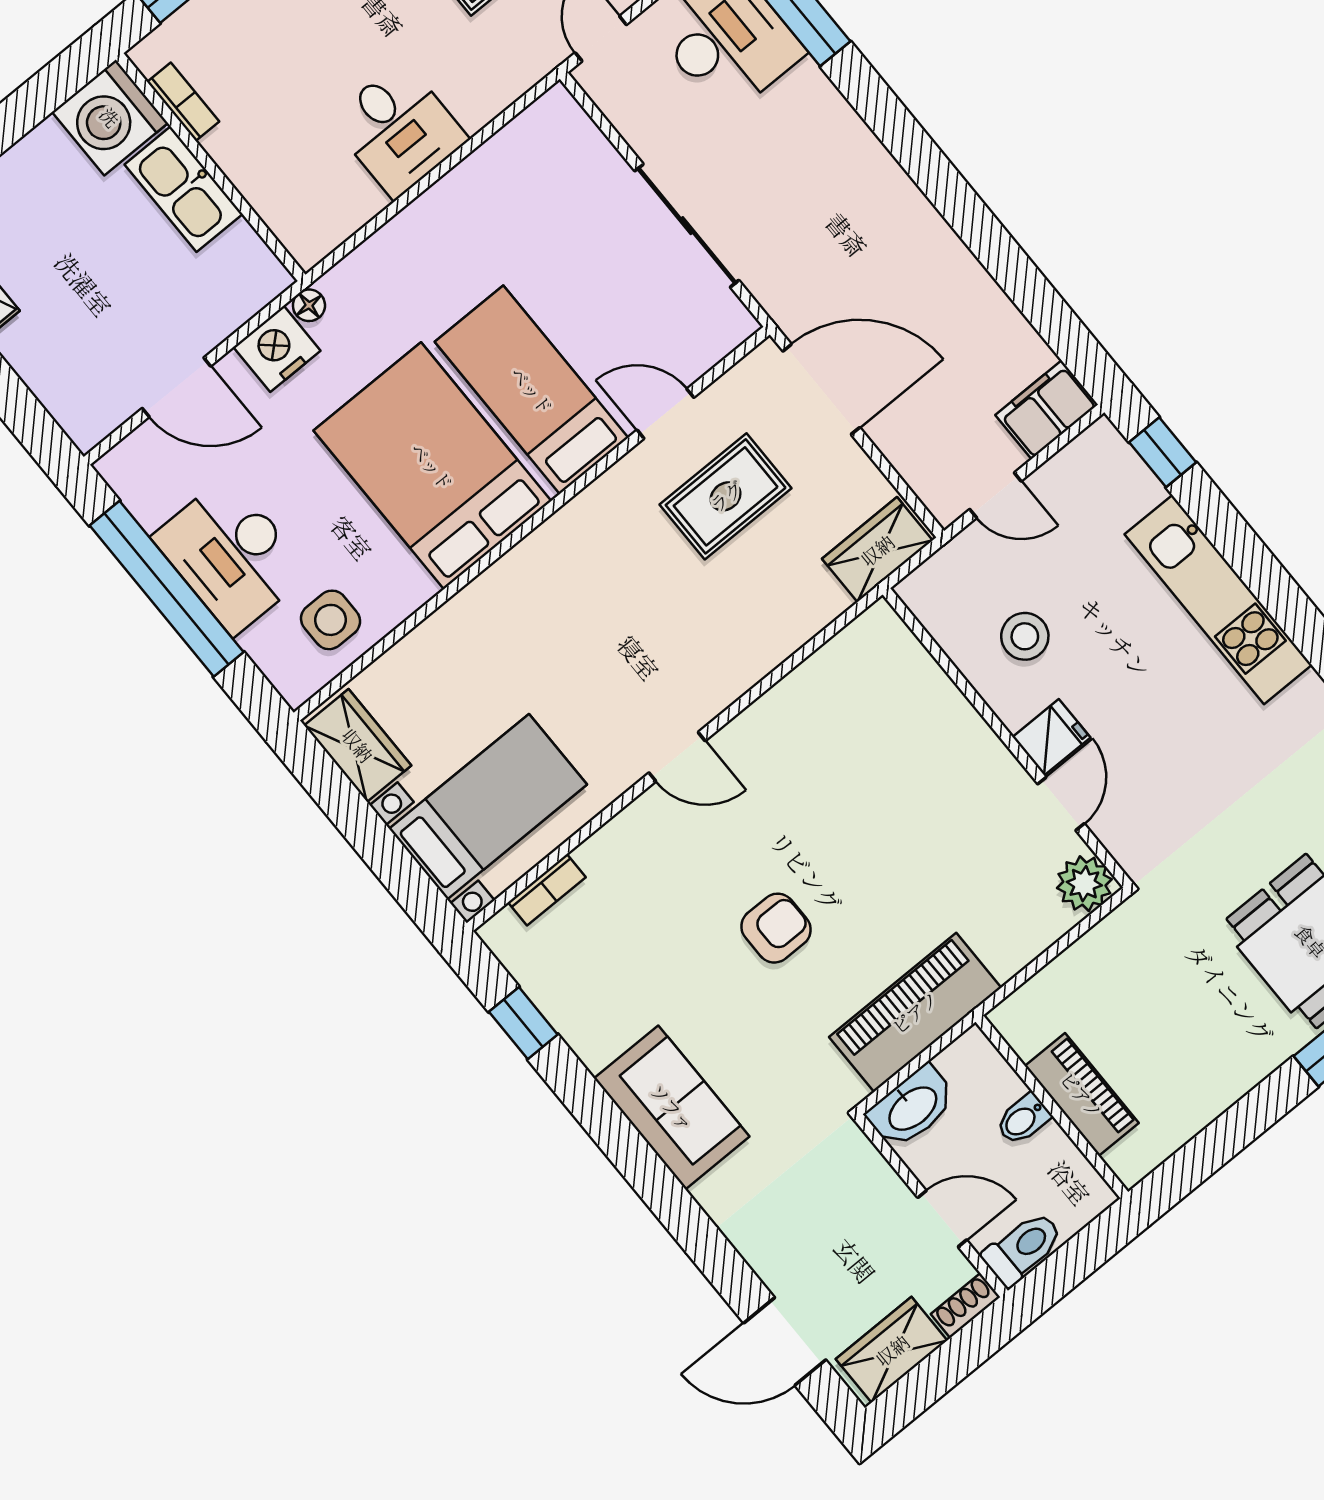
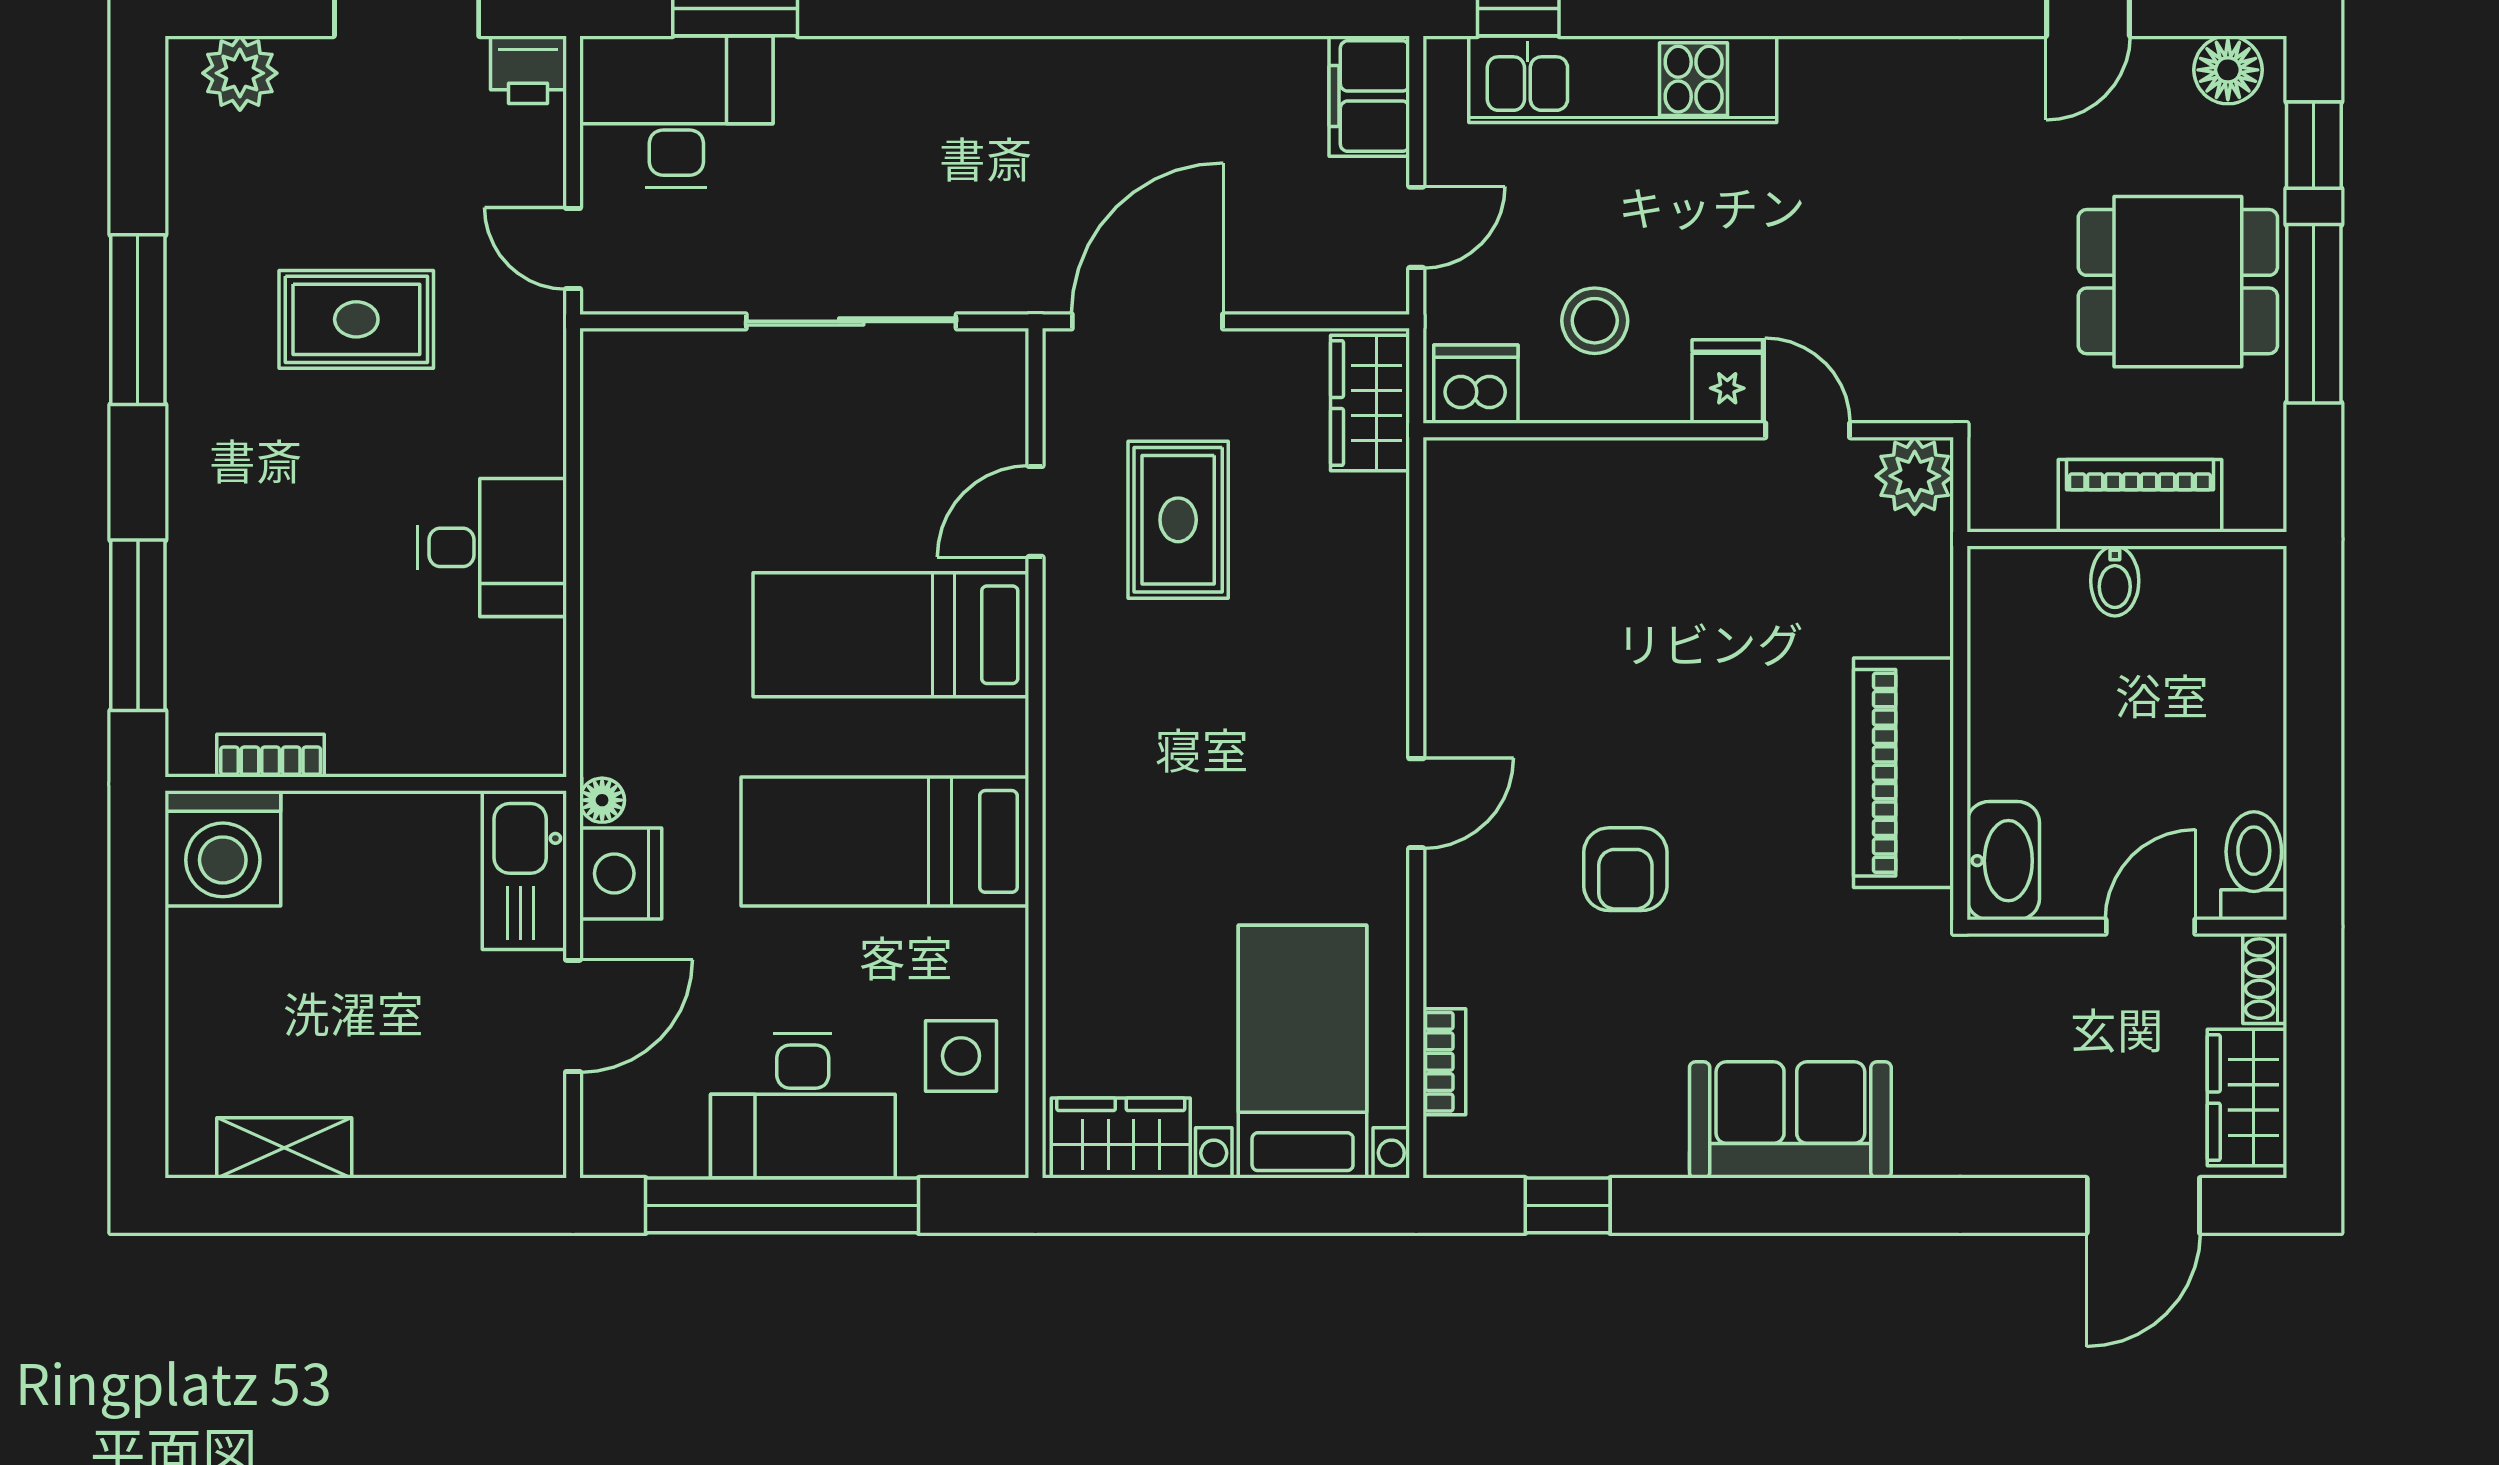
kitchen sink: (184, 189) -> (524, 870), moved, turned 90
bed: (432, 466) -> (885, 841), width x0.67
dishwasher: (936, 599) -> (1476, 384), added
kitchen unit: (1218, 600) -> (1623, 79), moved
armchair: (776, 928) -> (1625, 869), moved, turned 180
piano: (1082, 1095) -> (2140, 496), moved
wall: (1052, 1107) -> (2127, 539), moved
bidet: (1023, 1119) -> (2115, 581), moved

